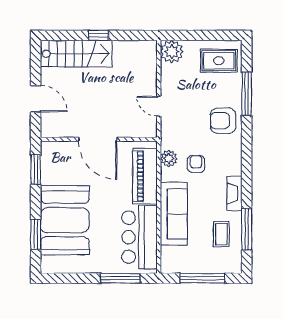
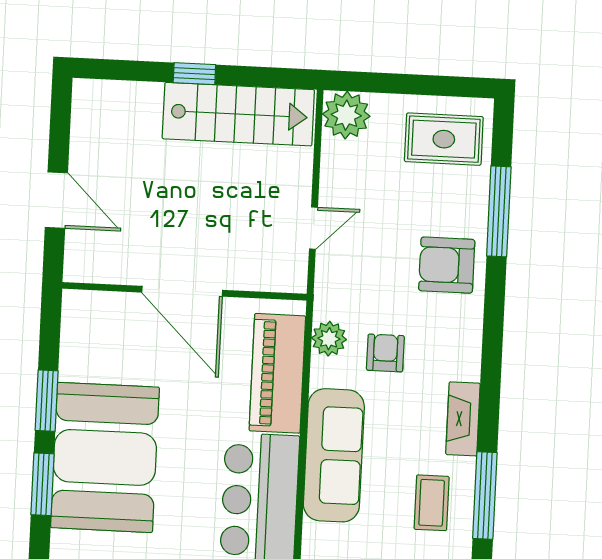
stairs: (76, 54) -> (238, 114), moved
door: (159, 106) -> (313, 228), swing flipped
window: (36, 170) -> (47, 401), moved

